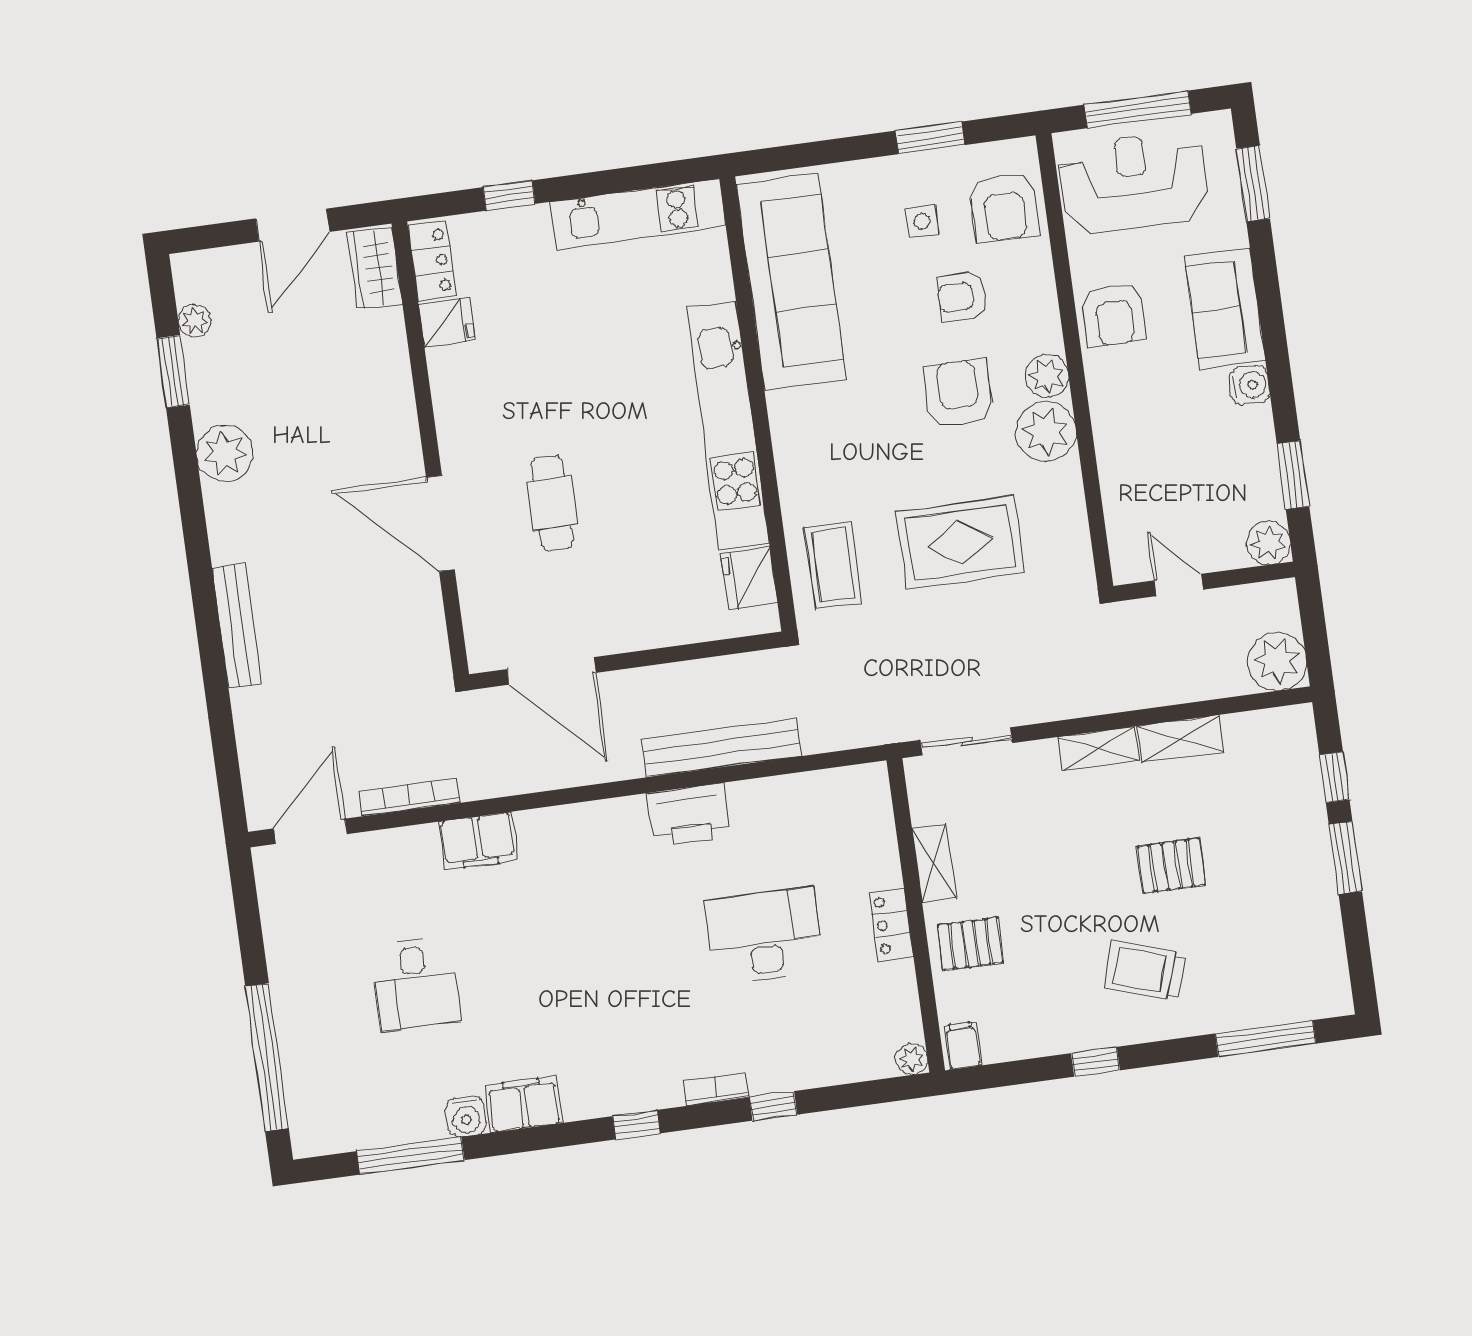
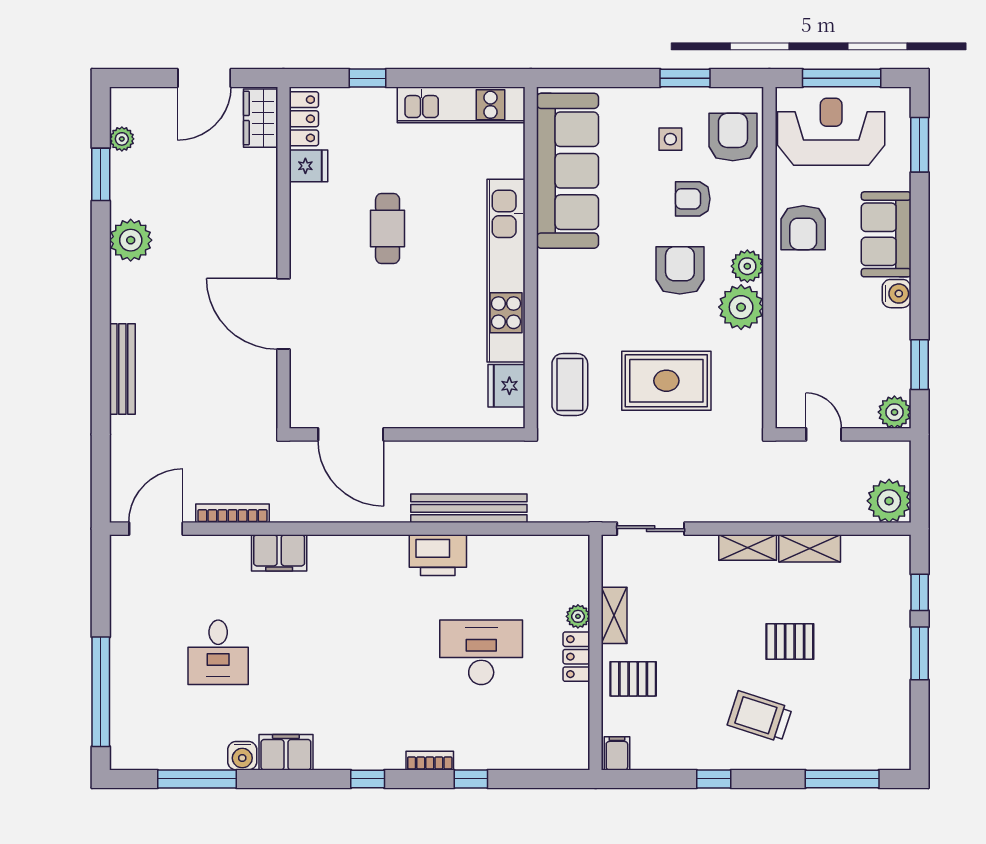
armchair: (1004, 207) -> (733, 137), turned 180
cafe table: (552, 503) -> (388, 228), moved
plant: (912, 1059) -> (578, 616), moved

